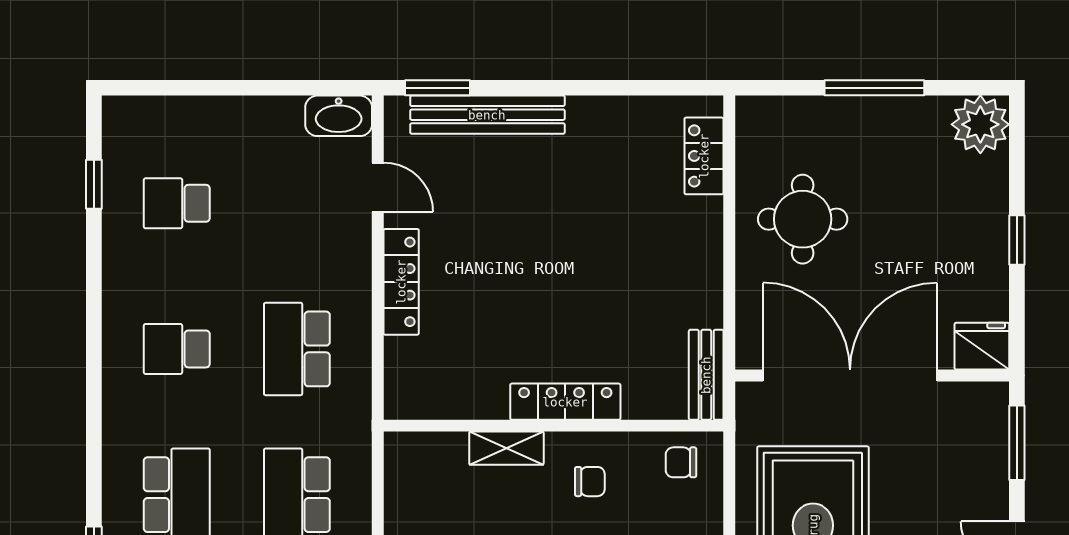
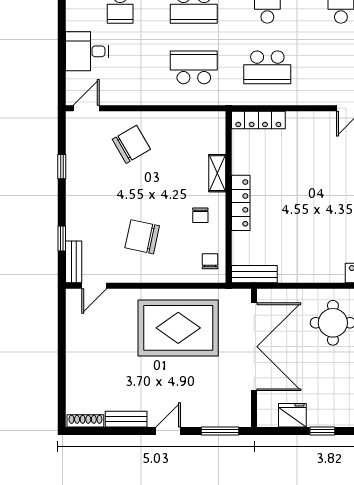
locker: (401, 282) -> (258, 120), moved
fridge: (982, 346) -> (292, 415), moved, turned -90
school desk: (297, 349) -> (267, 67), turned 180

